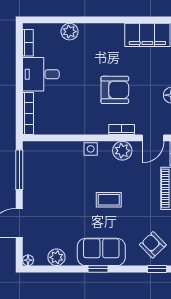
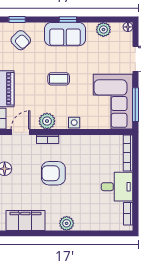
plant: (70, 32) -> (67, 223), moved
corner sofa: (45, 173) -> (113, 102), added

